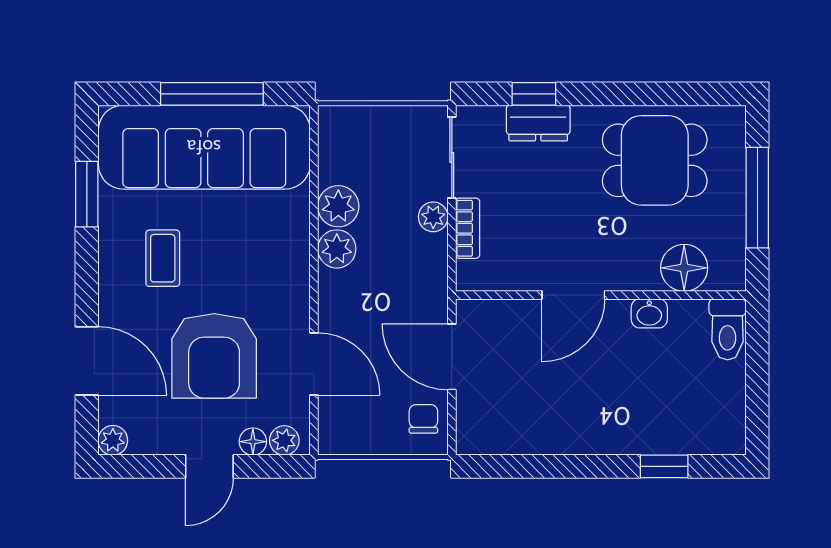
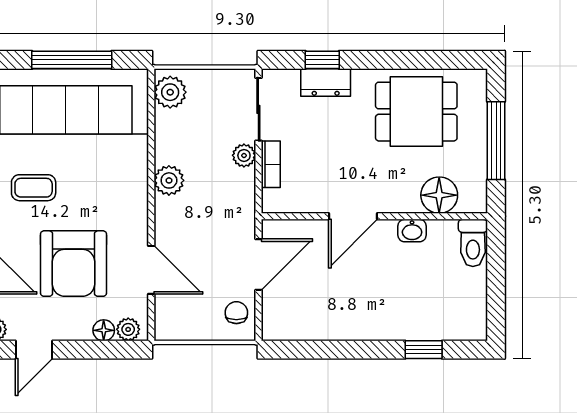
plant: (338, 206) -> (170, 92), moved
coffee table: (163, 258) -> (34, 188), turned 90
door: (452, 357) -> (258, 264), swing flipped
door: (209, 466) -> (34, 350), moved

